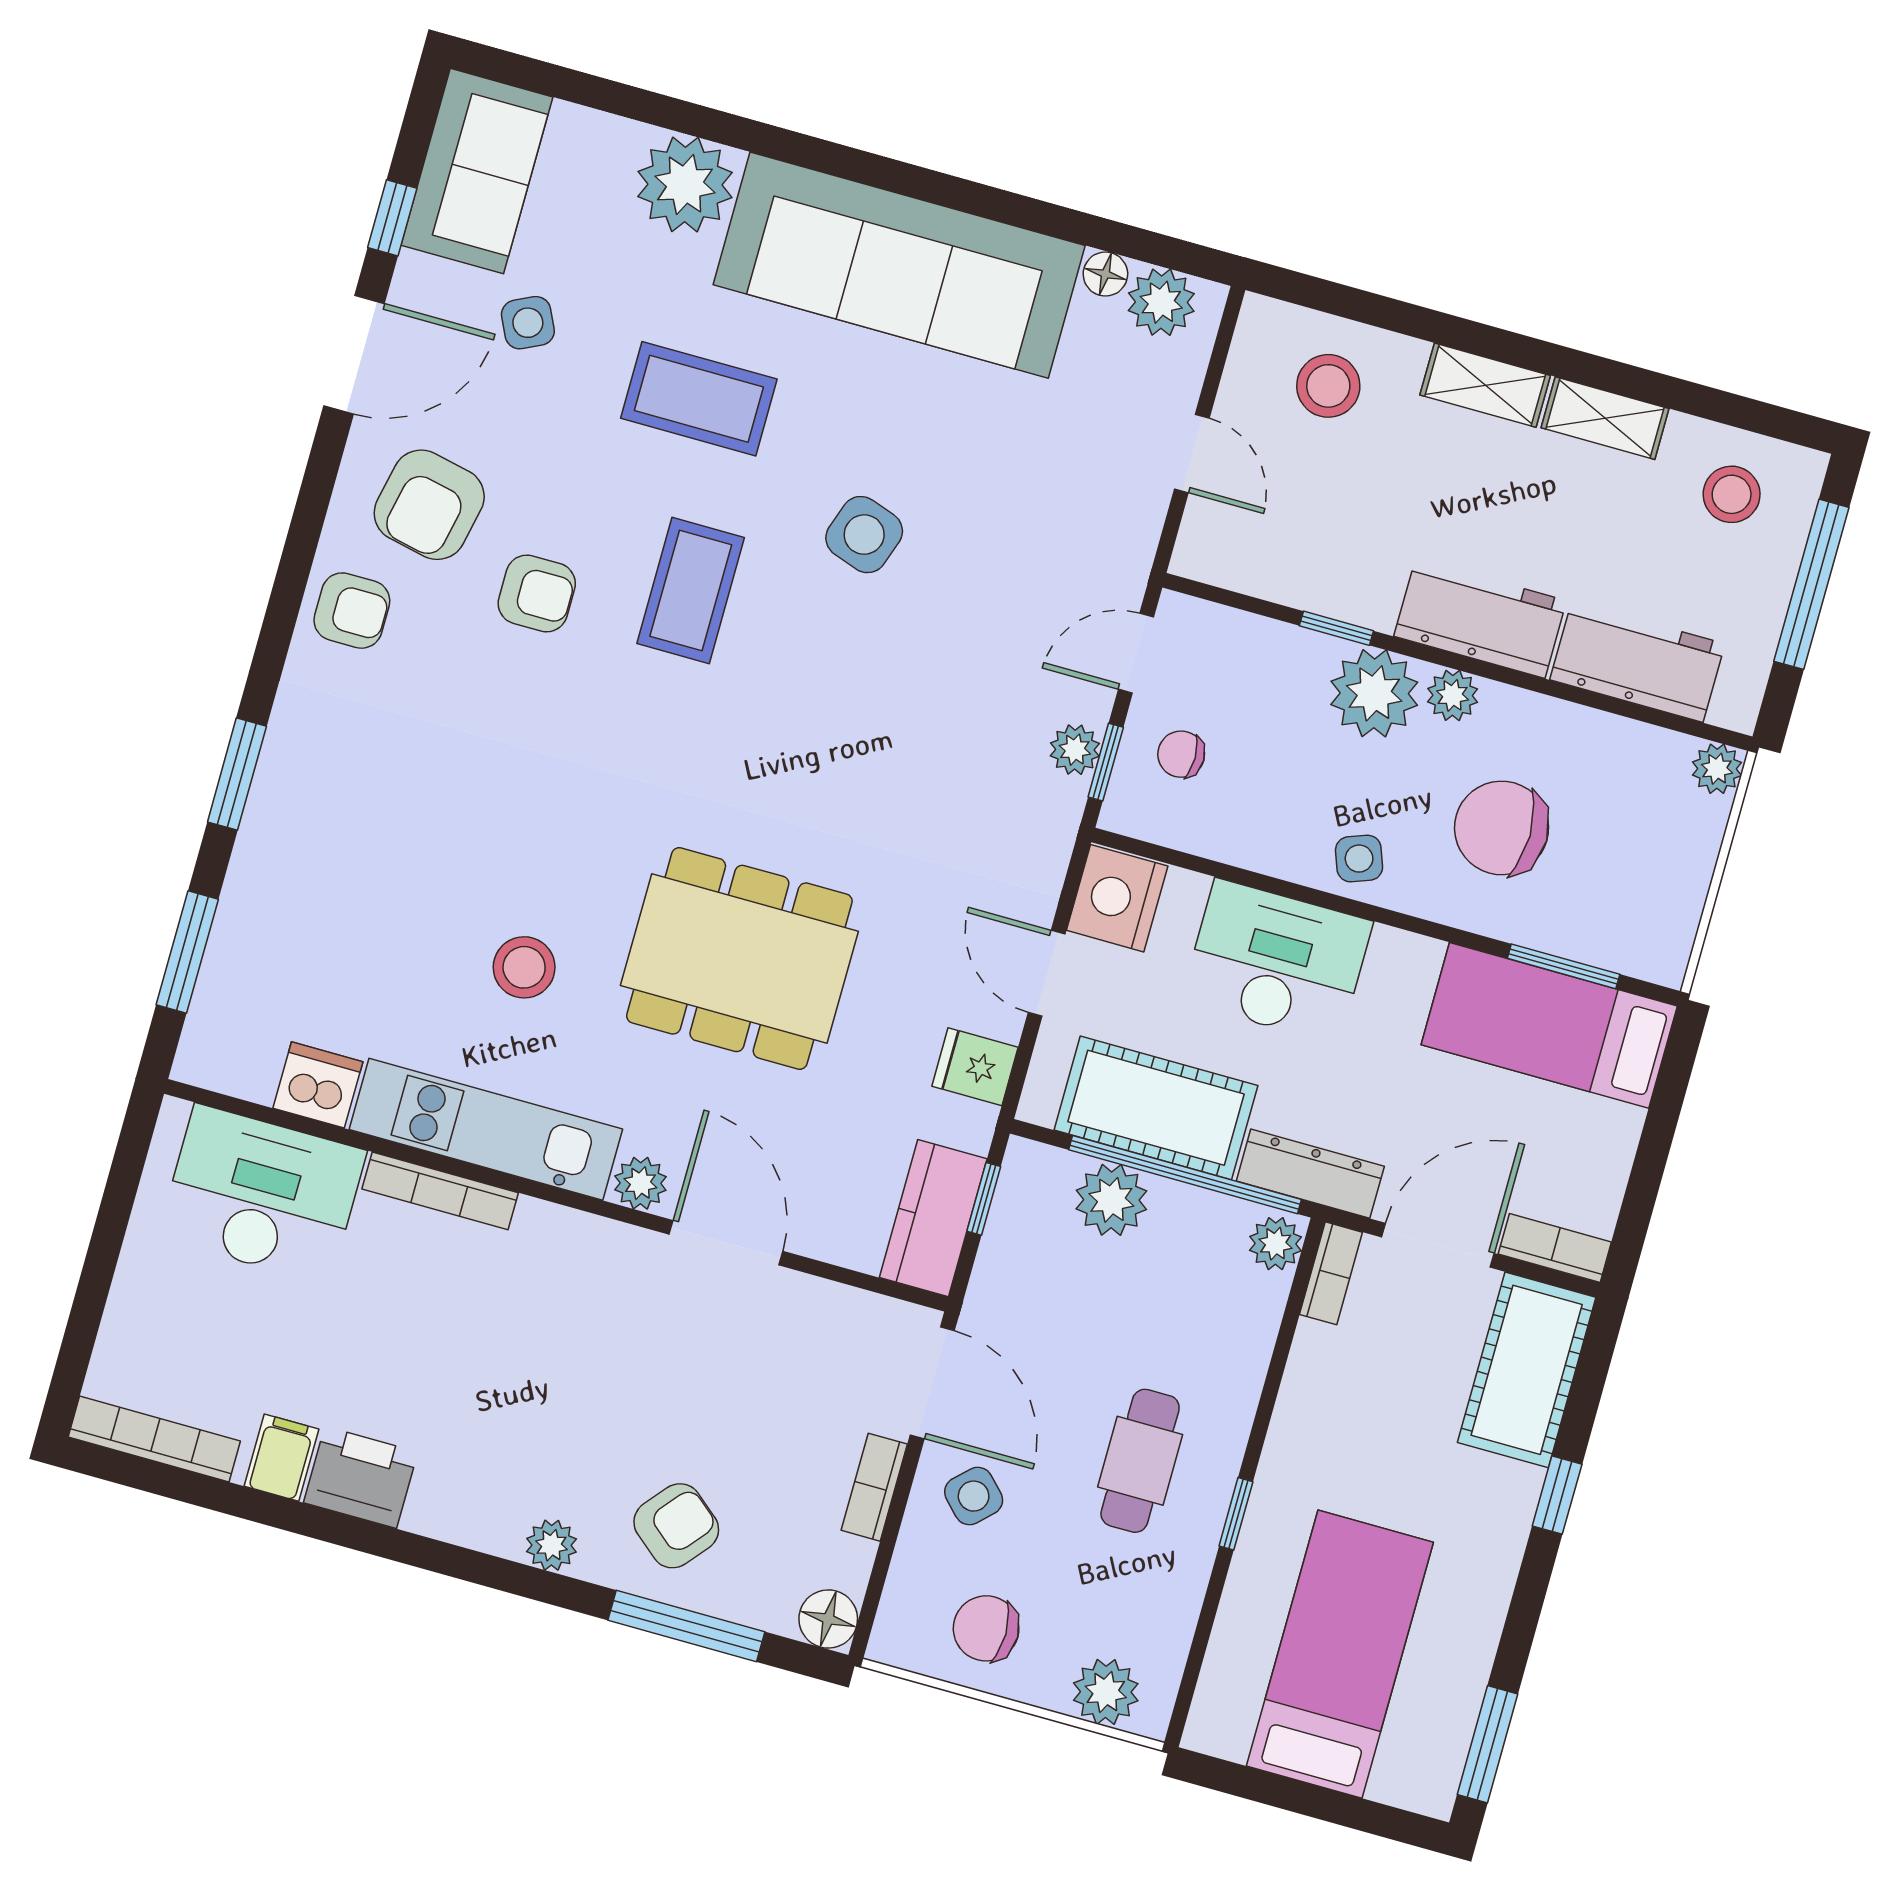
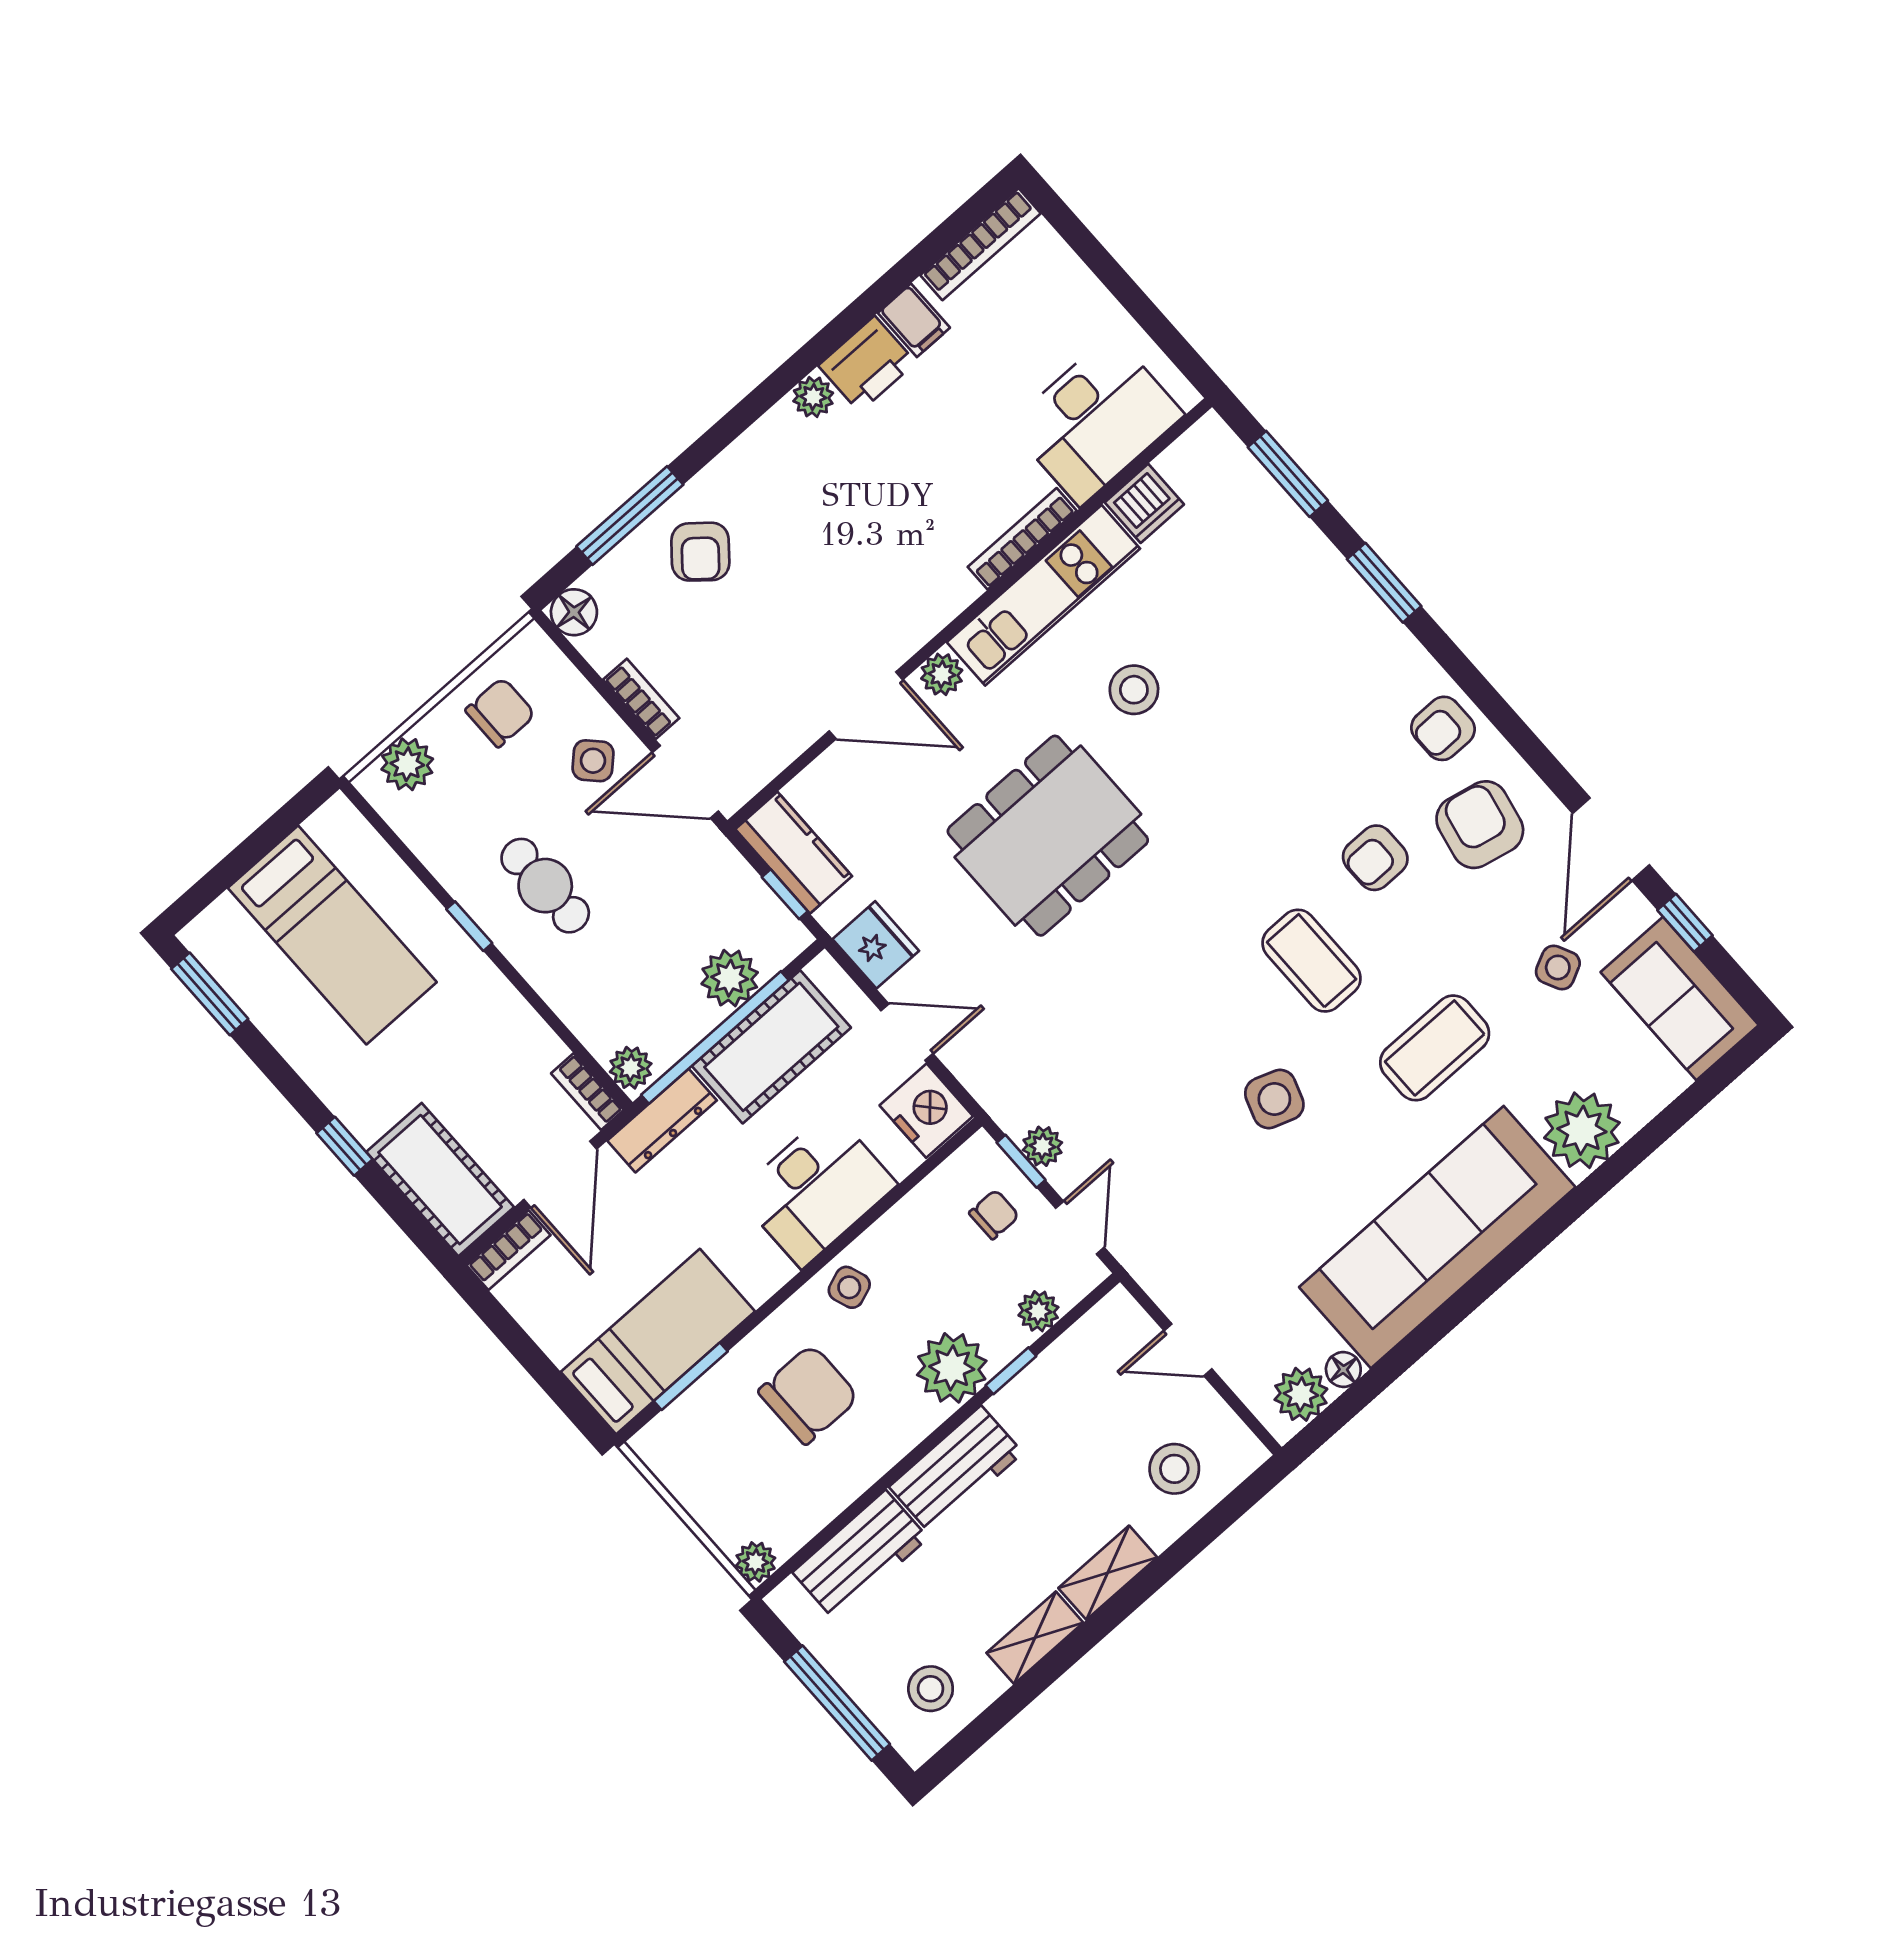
plant: (1453, 695) -> (1038, 1311), moved
fridge: (975, 1067) -> (876, 945), width x1.38
plant: (551, 1545) -> (813, 397), moved

